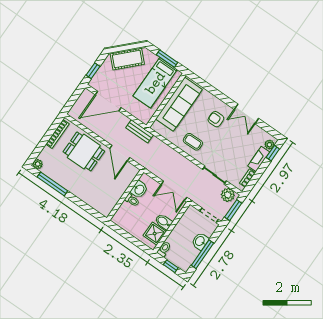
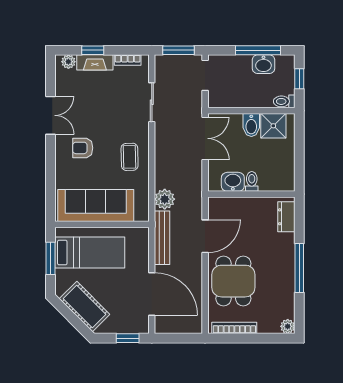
armchair: (216, 119) -> (83, 148), turned 90
bench: (139, 131) -> (162, 238), width x1.36
window: (273, 153) -> (93, 50), moved
window: (52, 184) -> (299, 268), moved
plant: (228, 195) -> (165, 199), moved
dresser: (99, 206) -> (286, 217), added
washbasin: (200, 241) -> (263, 64), moved

